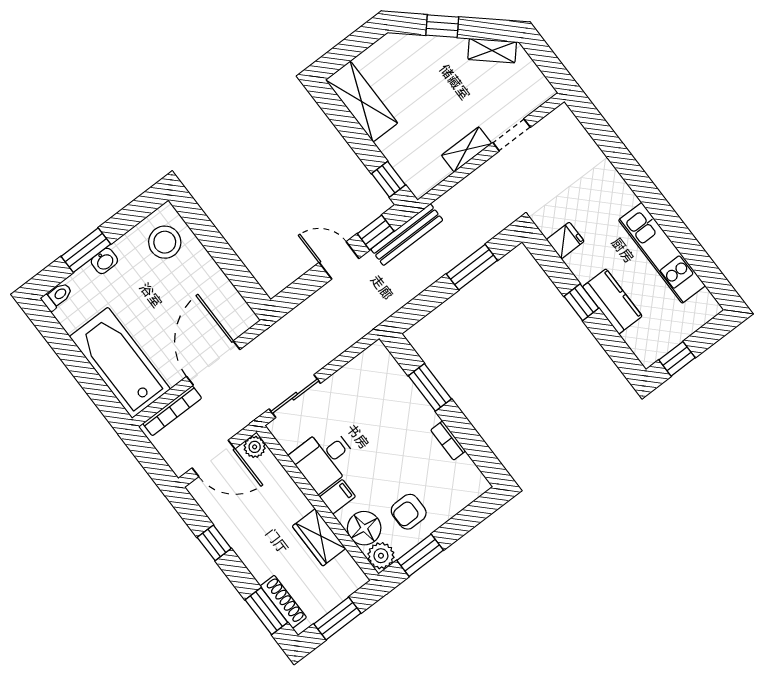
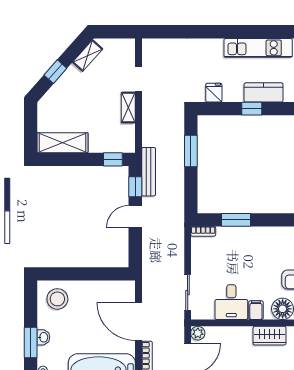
bookcase: (448, 441) -> (203, 231), moved

